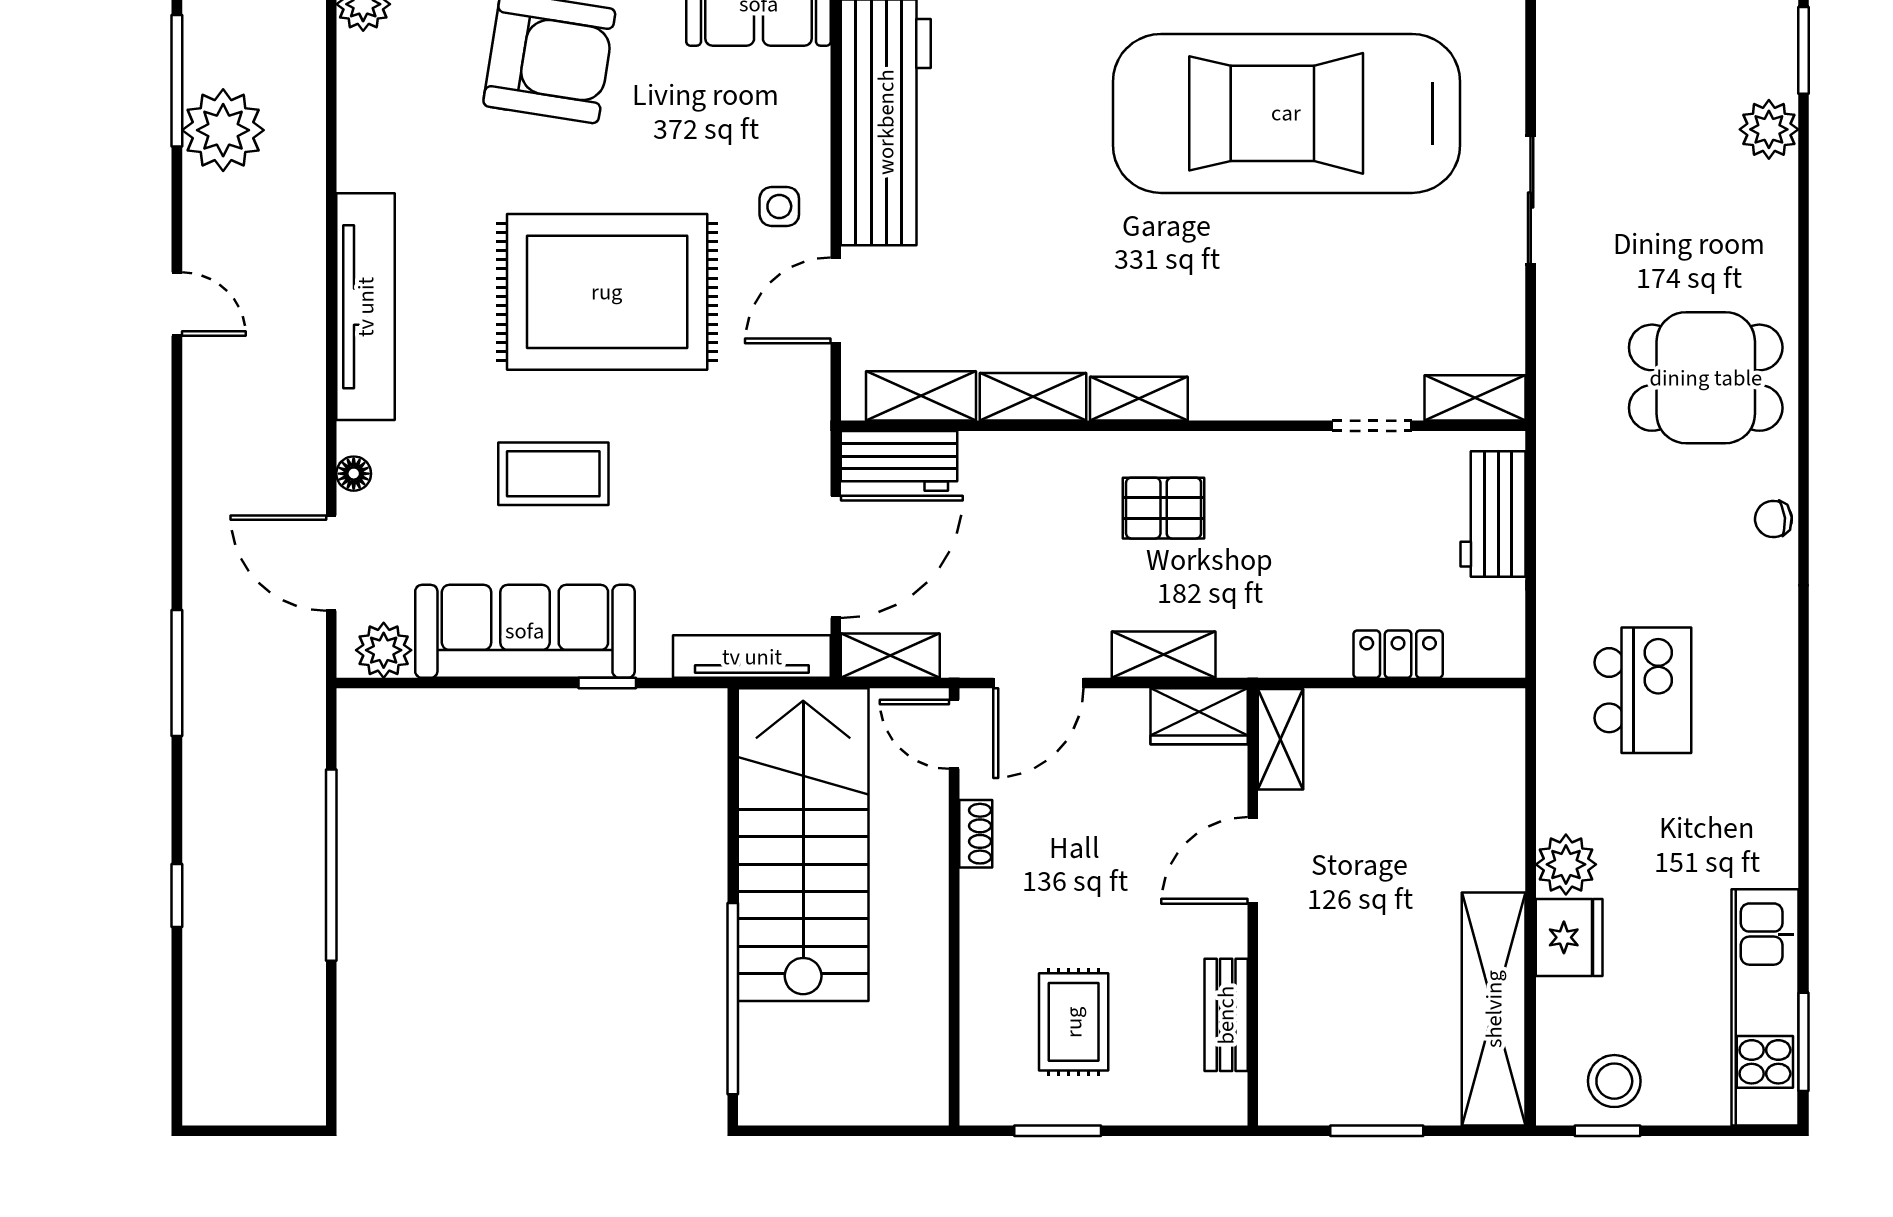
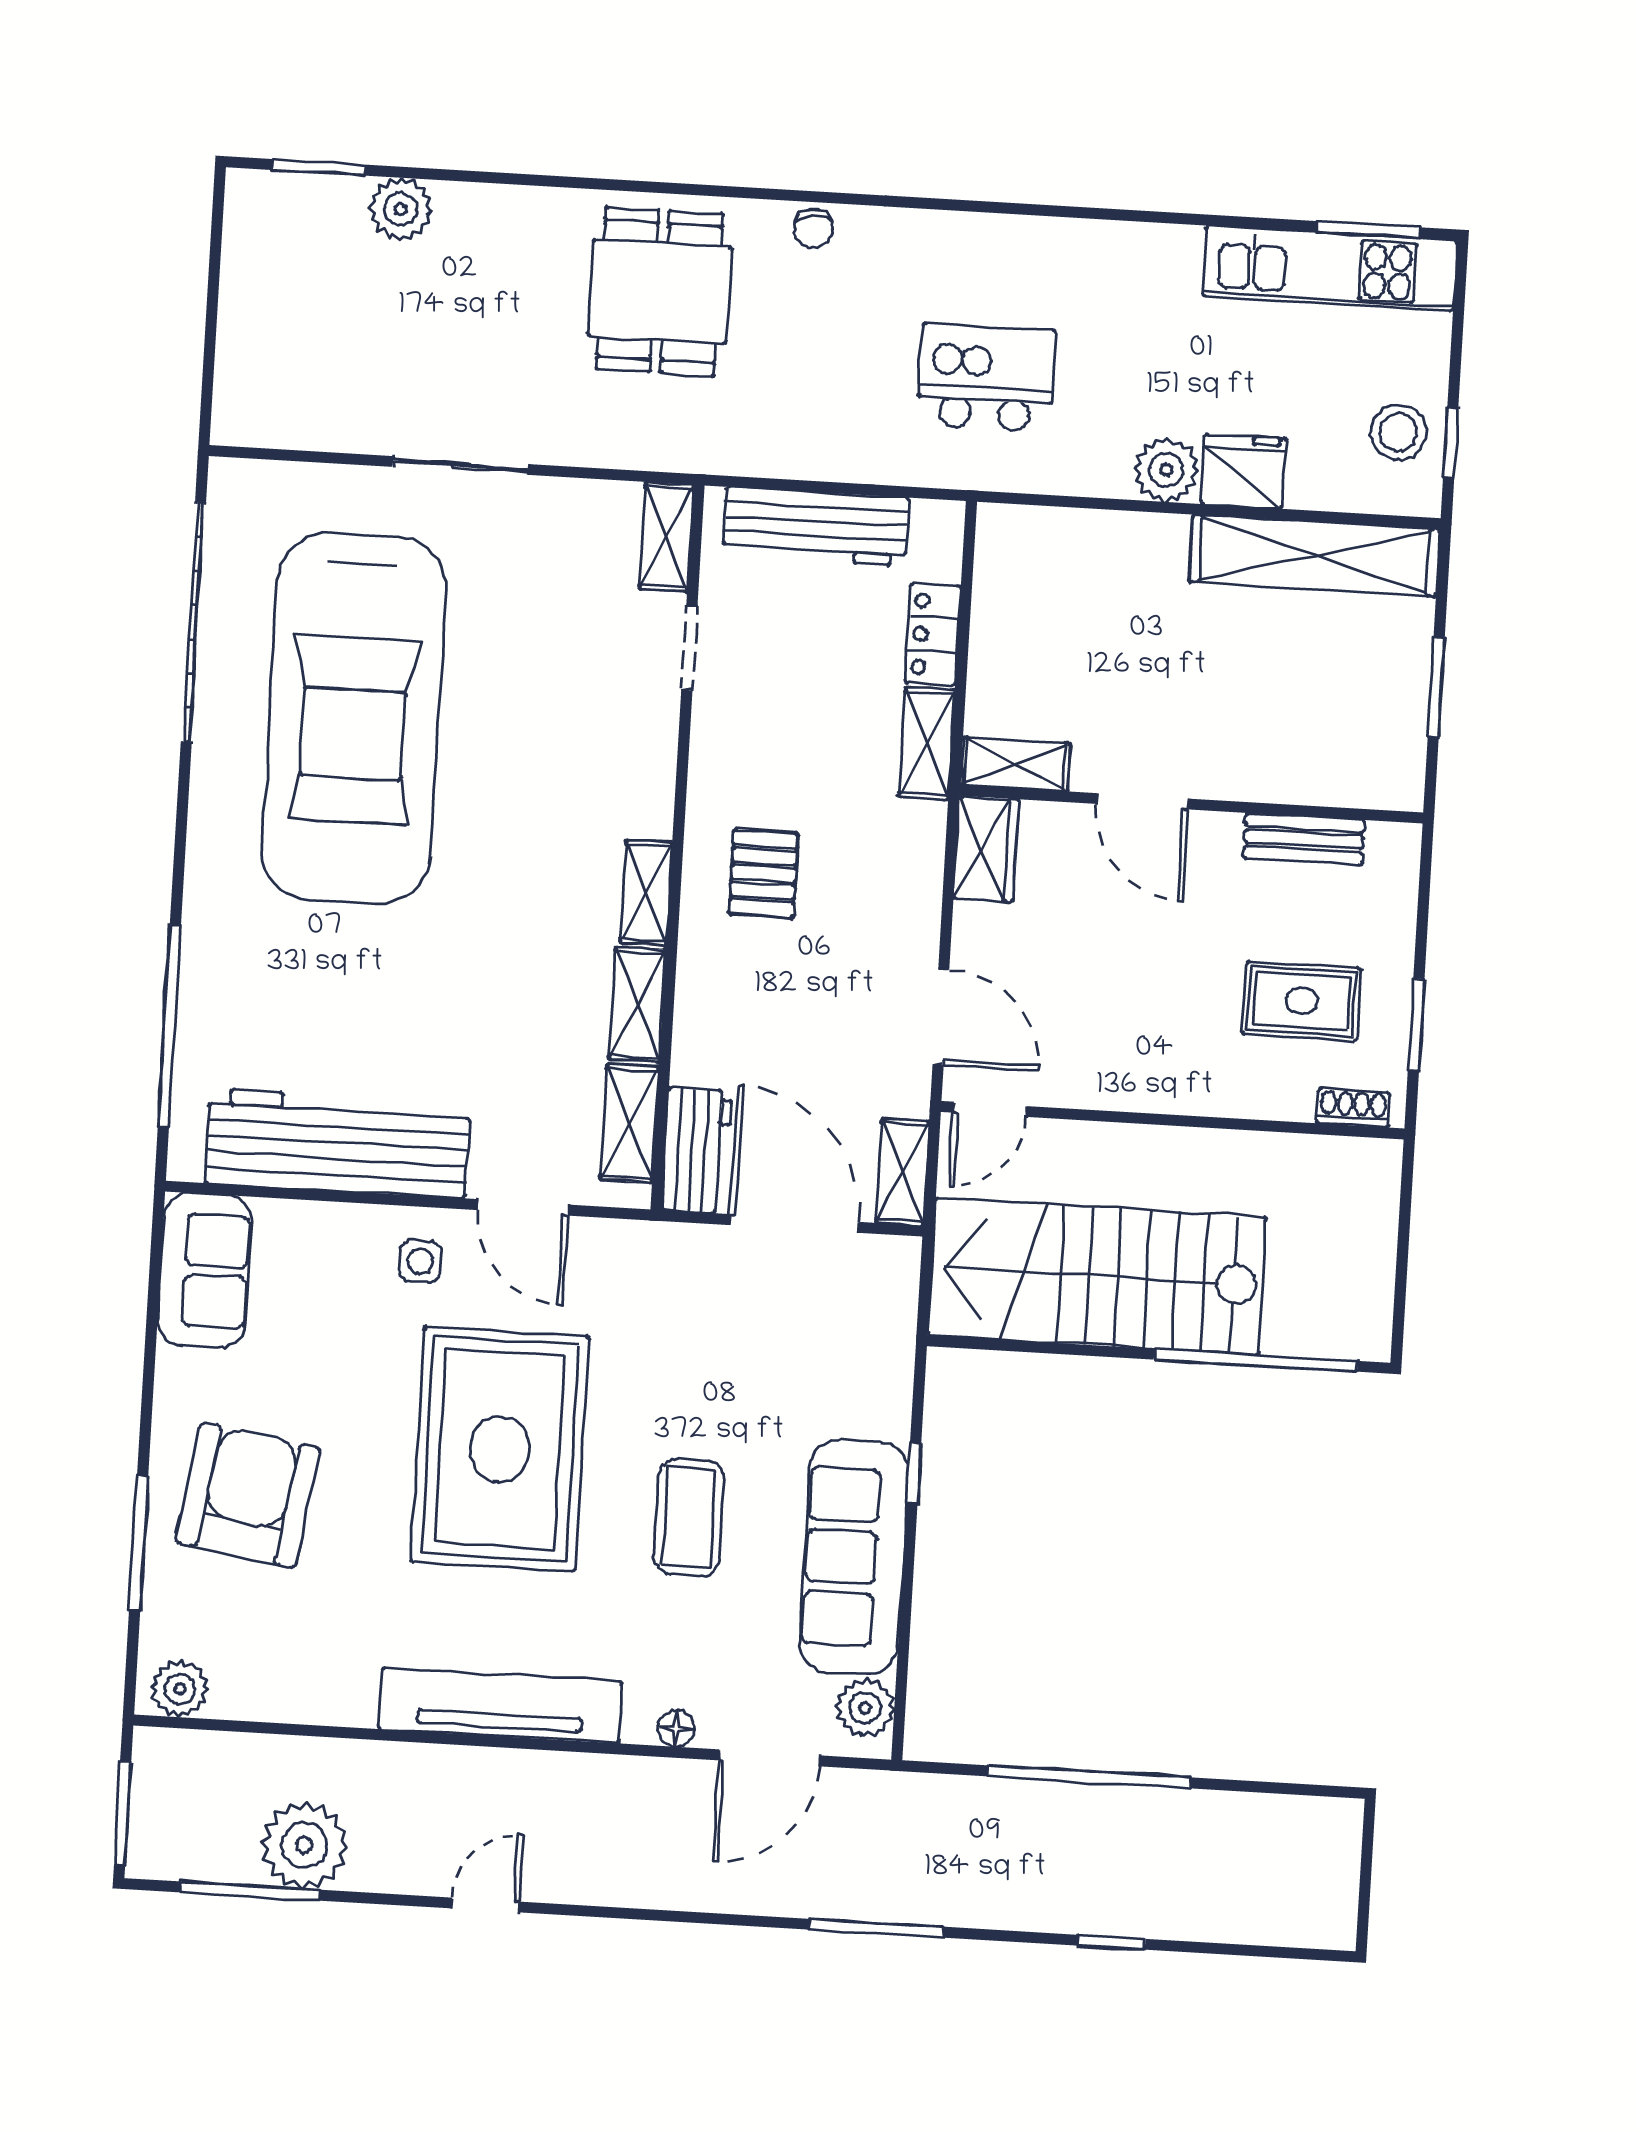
workbench: (1493, 514) -> (815, 527), width x1.38
shelving: (1164, 655) -> (927, 743), moved
tv unit: (752, 657) -> (895, 1319), removed
shoe rack: (976, 834) -> (1353, 1108), moved

